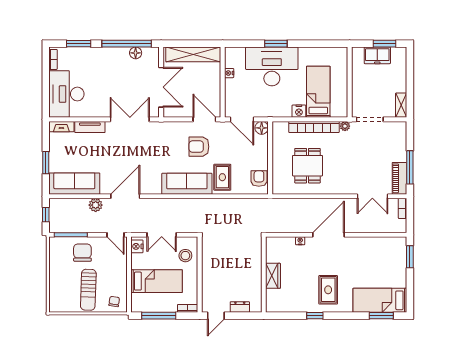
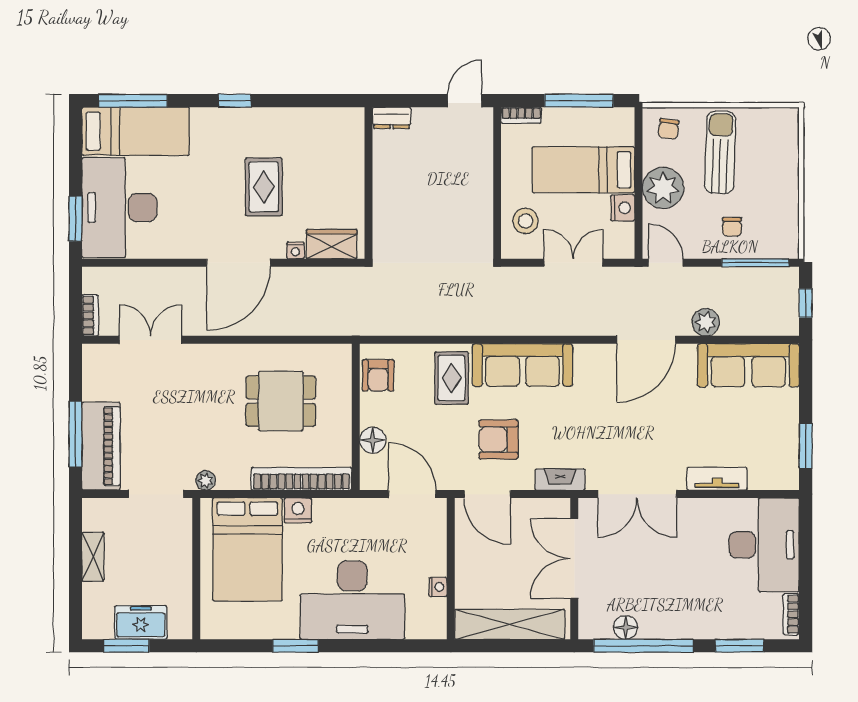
window: (276, 44) -> (296, 646), moved
bed: (318, 92) -> (247, 549), width x1.50
shelving: (401, 105) -> (93, 557), moved
fireplace: (61, 127) -> (560, 480), moved
bookcase: (314, 127) -> (302, 479), moved
floor lamp: (262, 128) -> (373, 440), moved
armchair: (199, 147) -> (498, 440), turned 180
window: (46, 163) -> (806, 446), moved
dining table: (307, 166) -> (281, 401), turned 90
window: (410, 167) -> (75, 434), moved
piano: (399, 178) -> (101, 446), moved, width x1.37, depth x1.33
nightstand: (137, 246) -> (623, 208), moved
chair: (82, 253) -> (732, 227), width x0.54, depth x0.54
desk: (388, 262) -> (119, 208), added
plant: (117, 272) -> (663, 188), added
wardrobe: (273, 276) -> (332, 244), moved, turned 90
rug: (328, 290) -> (264, 187), moved
dresser: (240, 307) -> (392, 118), moved
window: (315, 316) -> (235, 101), moved
window: (381, 316) -> (133, 101), width x1.44

